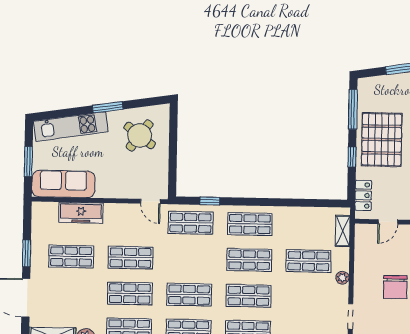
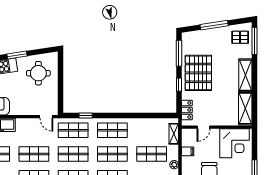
round table: (140, 135) -> (38, 73), turned -37
filing cabinet: (363, 258) -> (188, 151), added
shop shelf: (190, 259) -> (73, 154), added

